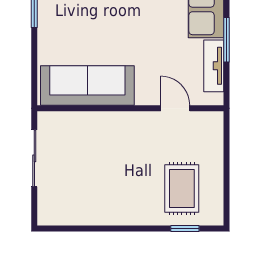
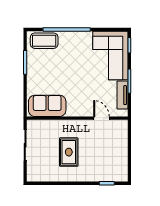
sofa: (87, 86) -> (47, 106), width x0.73
rug: (182, 189) -> (69, 152), moved

